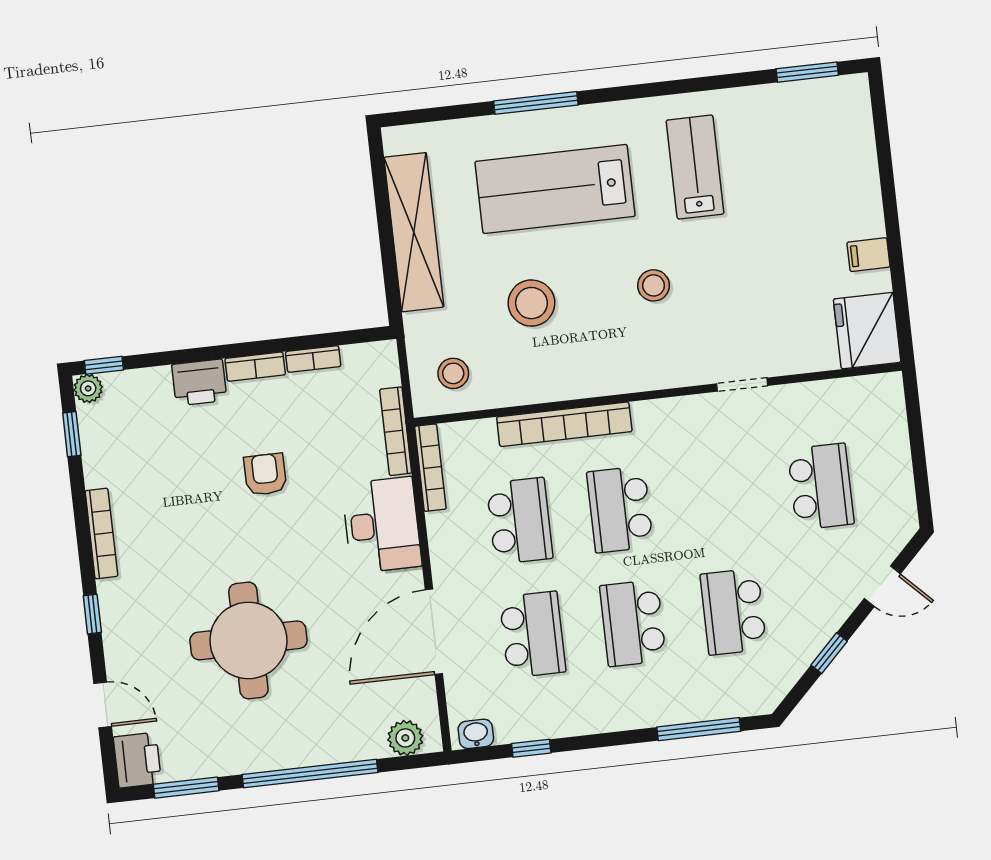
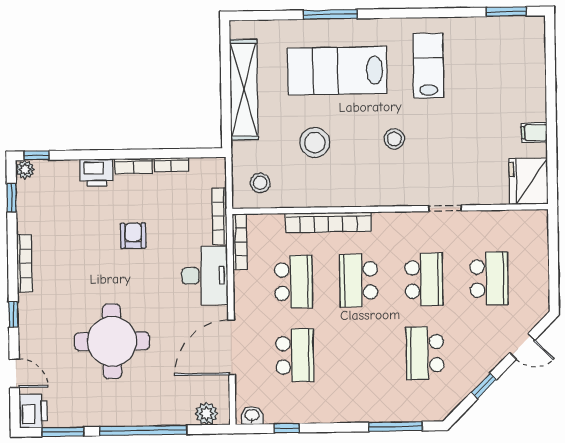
school desk: (633, 623) -> (424, 280), moved, turned 180

